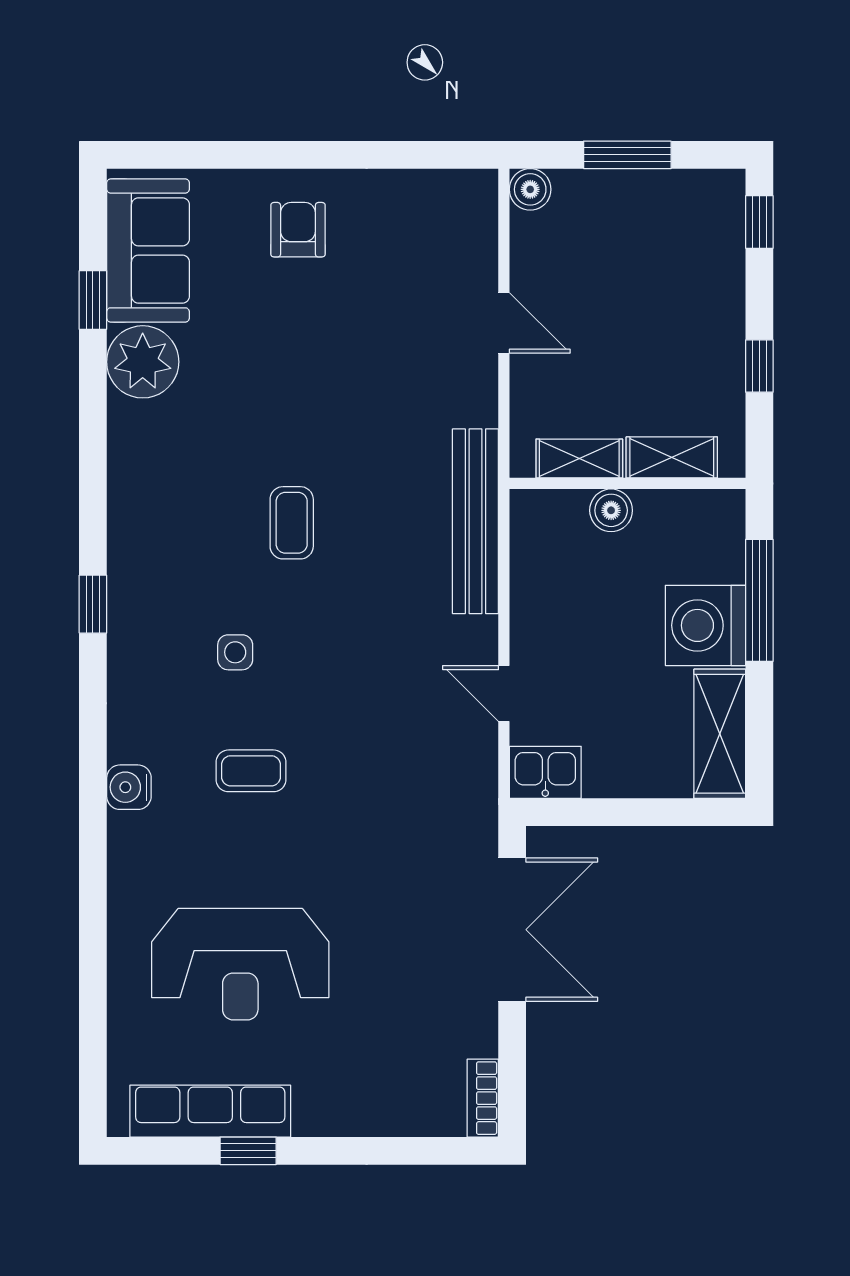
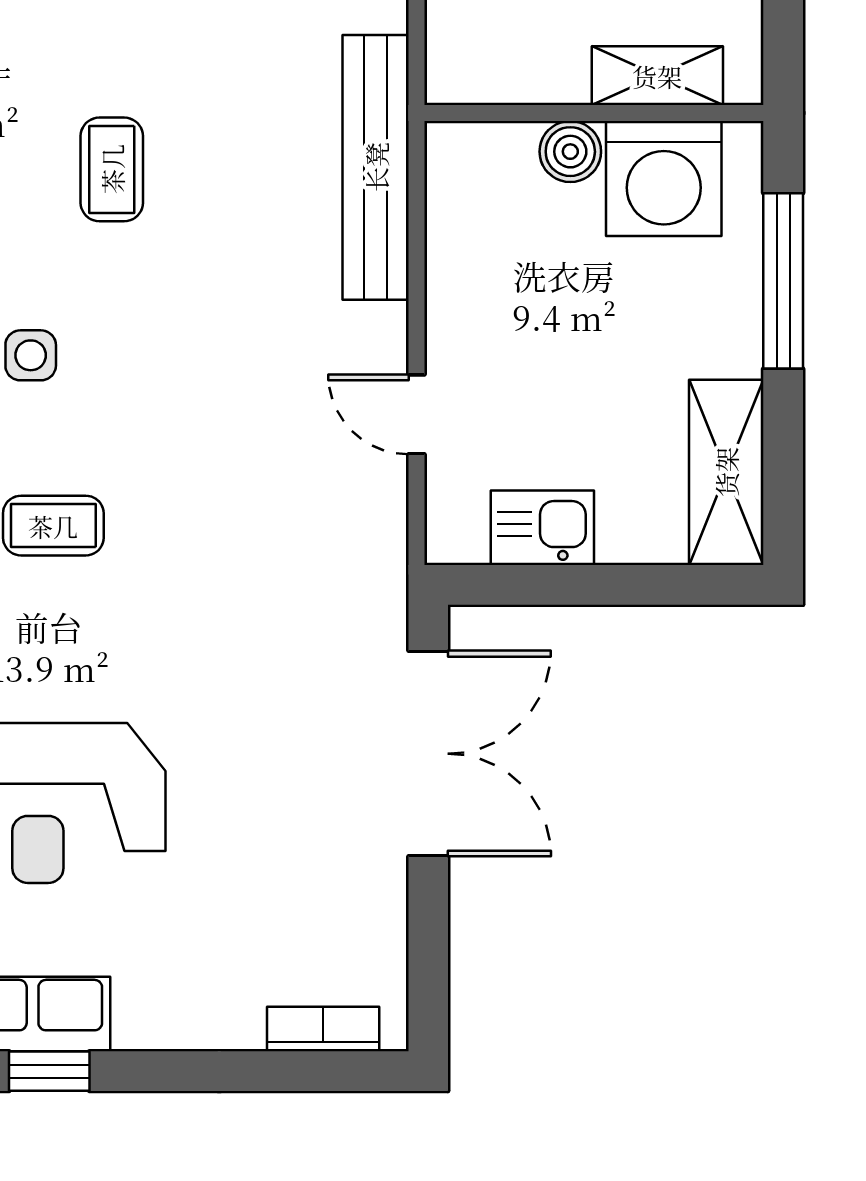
shelving: (579, 459) -> (525, 77), removed
washing machine: (705, 625) -> (664, 179), moved, turned -90
kitchen sink: (545, 772) -> (542, 528), moved
bookcase: (483, 1098) -> (323, 1029), moved, turned 90

